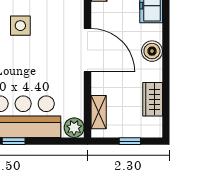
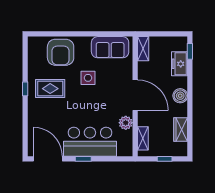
plant: (74, 128) -> (126, 123), moved

